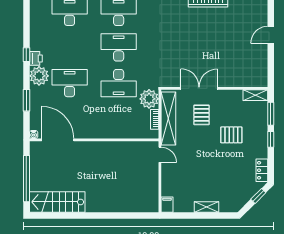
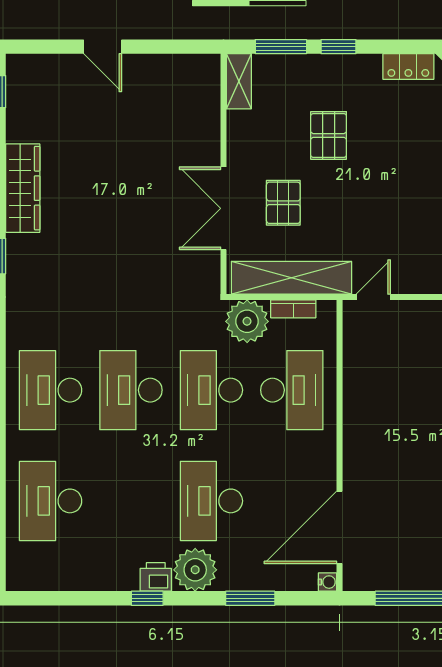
desk: (119, 83) -> (211, 390), turned 180
pallet: (202, 115) -> (283, 203), turned 90
desk: (119, 119) -> (292, 390), added

